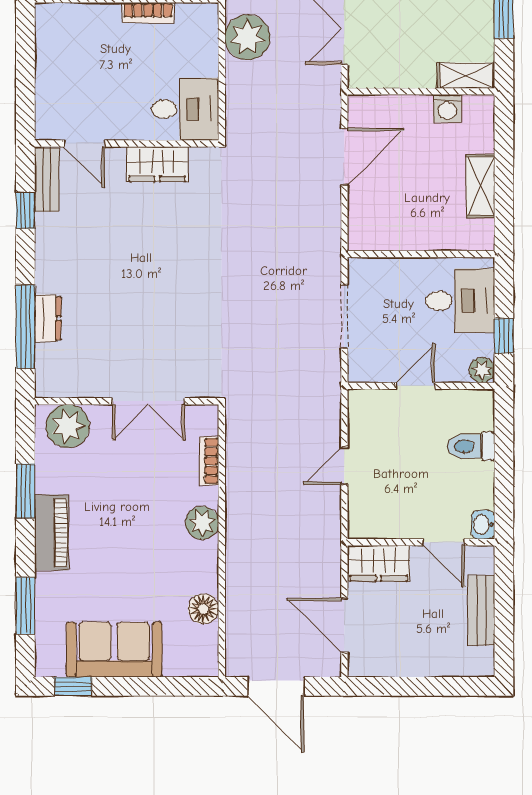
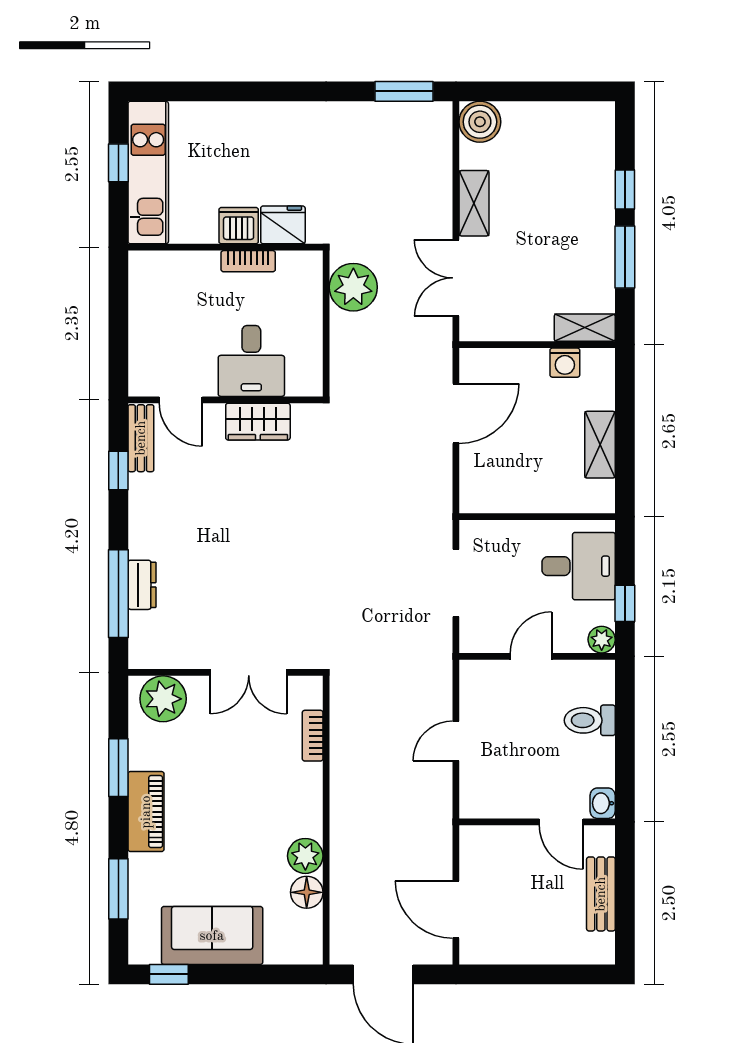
desk: (185, 109) -> (251, 361), moved, turned 90
plant: (202, 523) -> (305, 856), moved
wardrobe: (378, 563) -> (492, 844), removed

